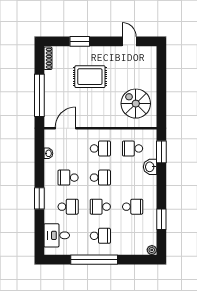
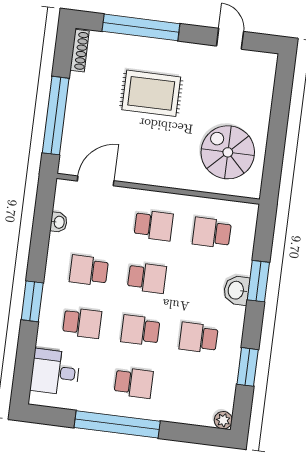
window: (80, 41) -> (141, 27), width x2.11
window: (161, 152) -> (258, 281), moved
washbasin: (150, 167) -> (237, 290), moved
school desk: (133, 207) -> (199, 338), turned 180

